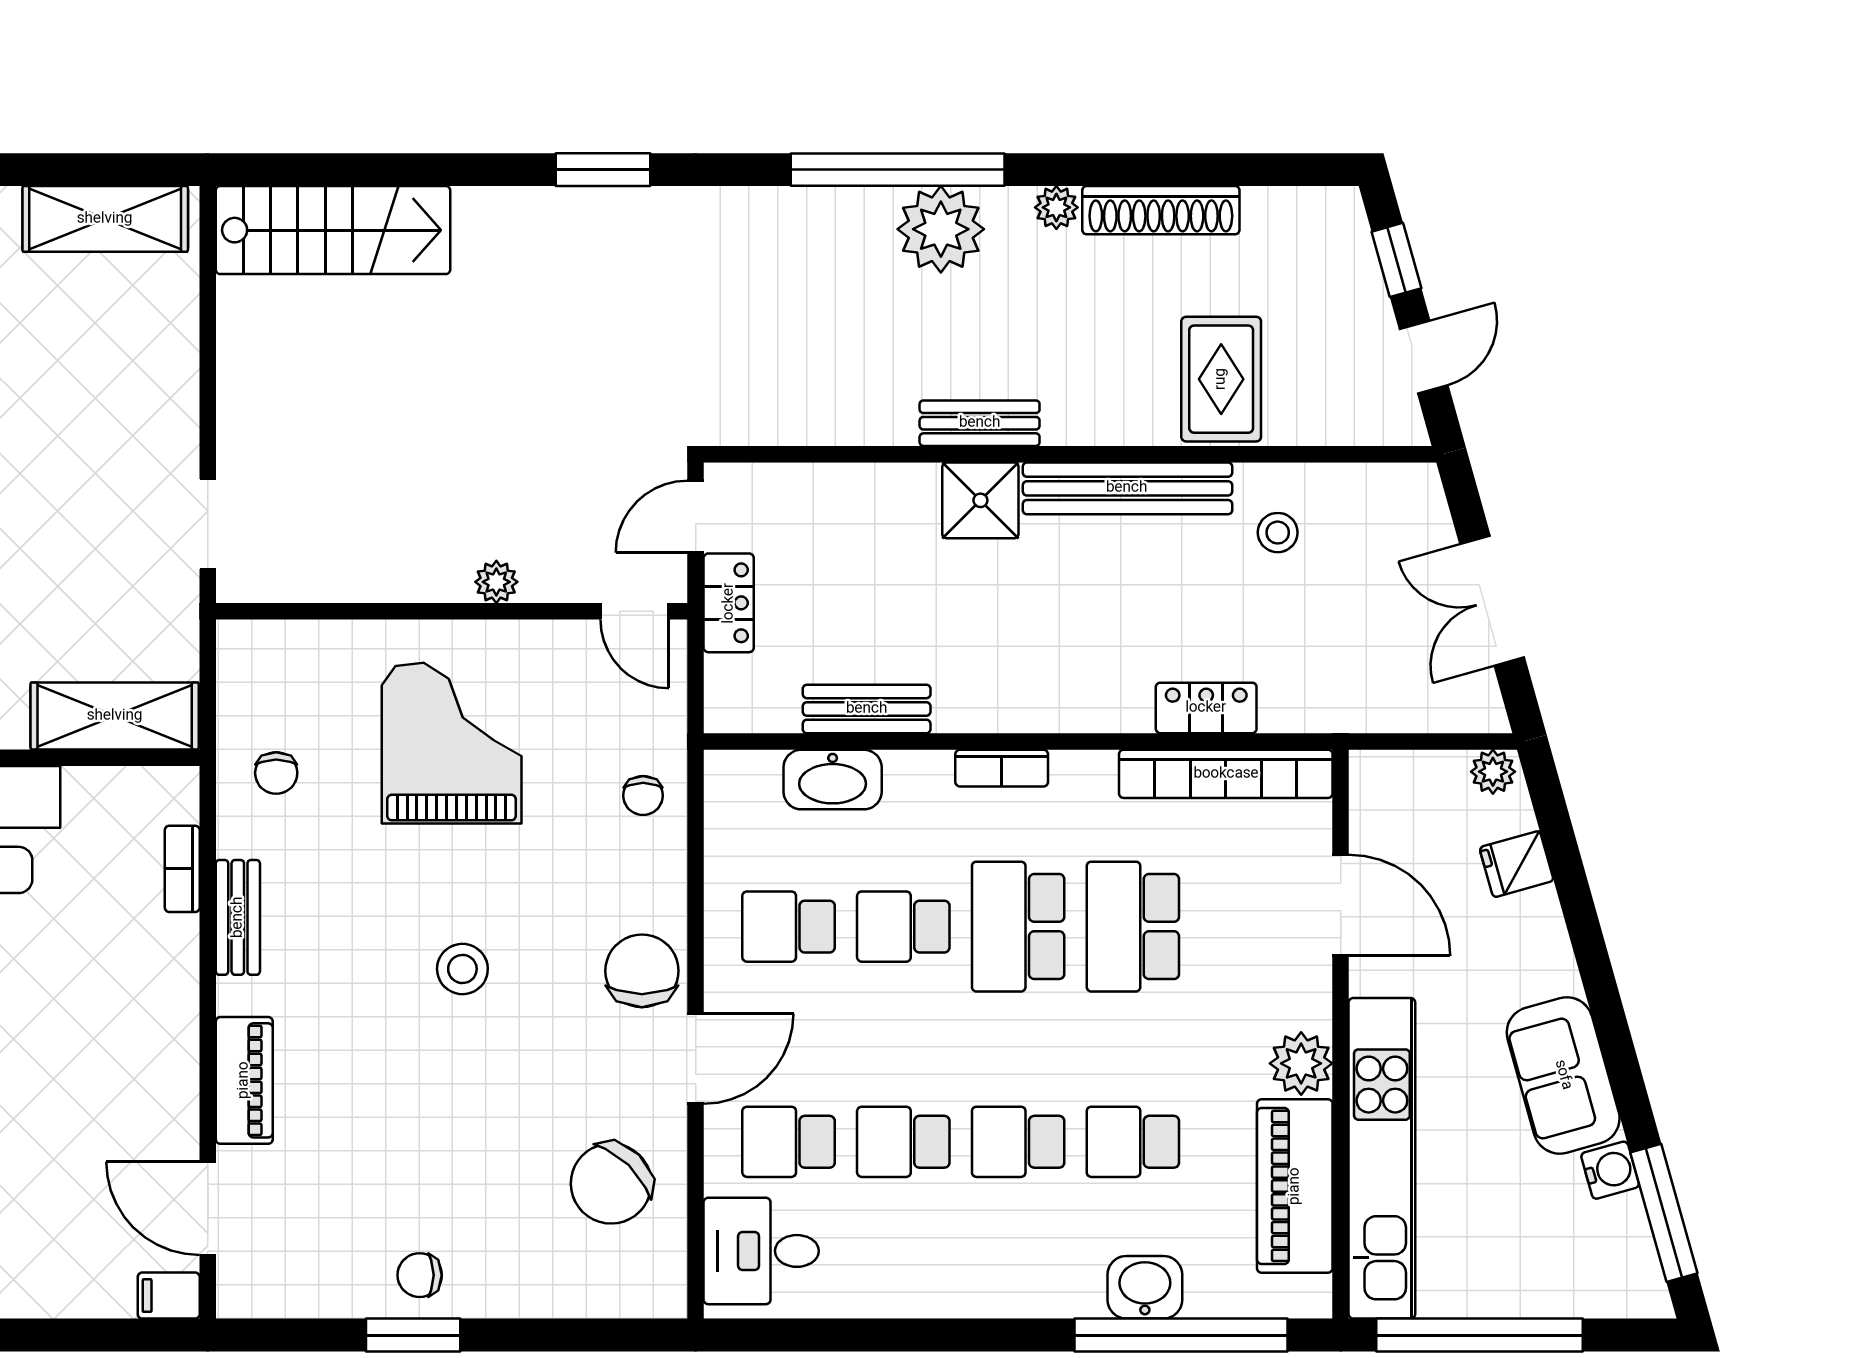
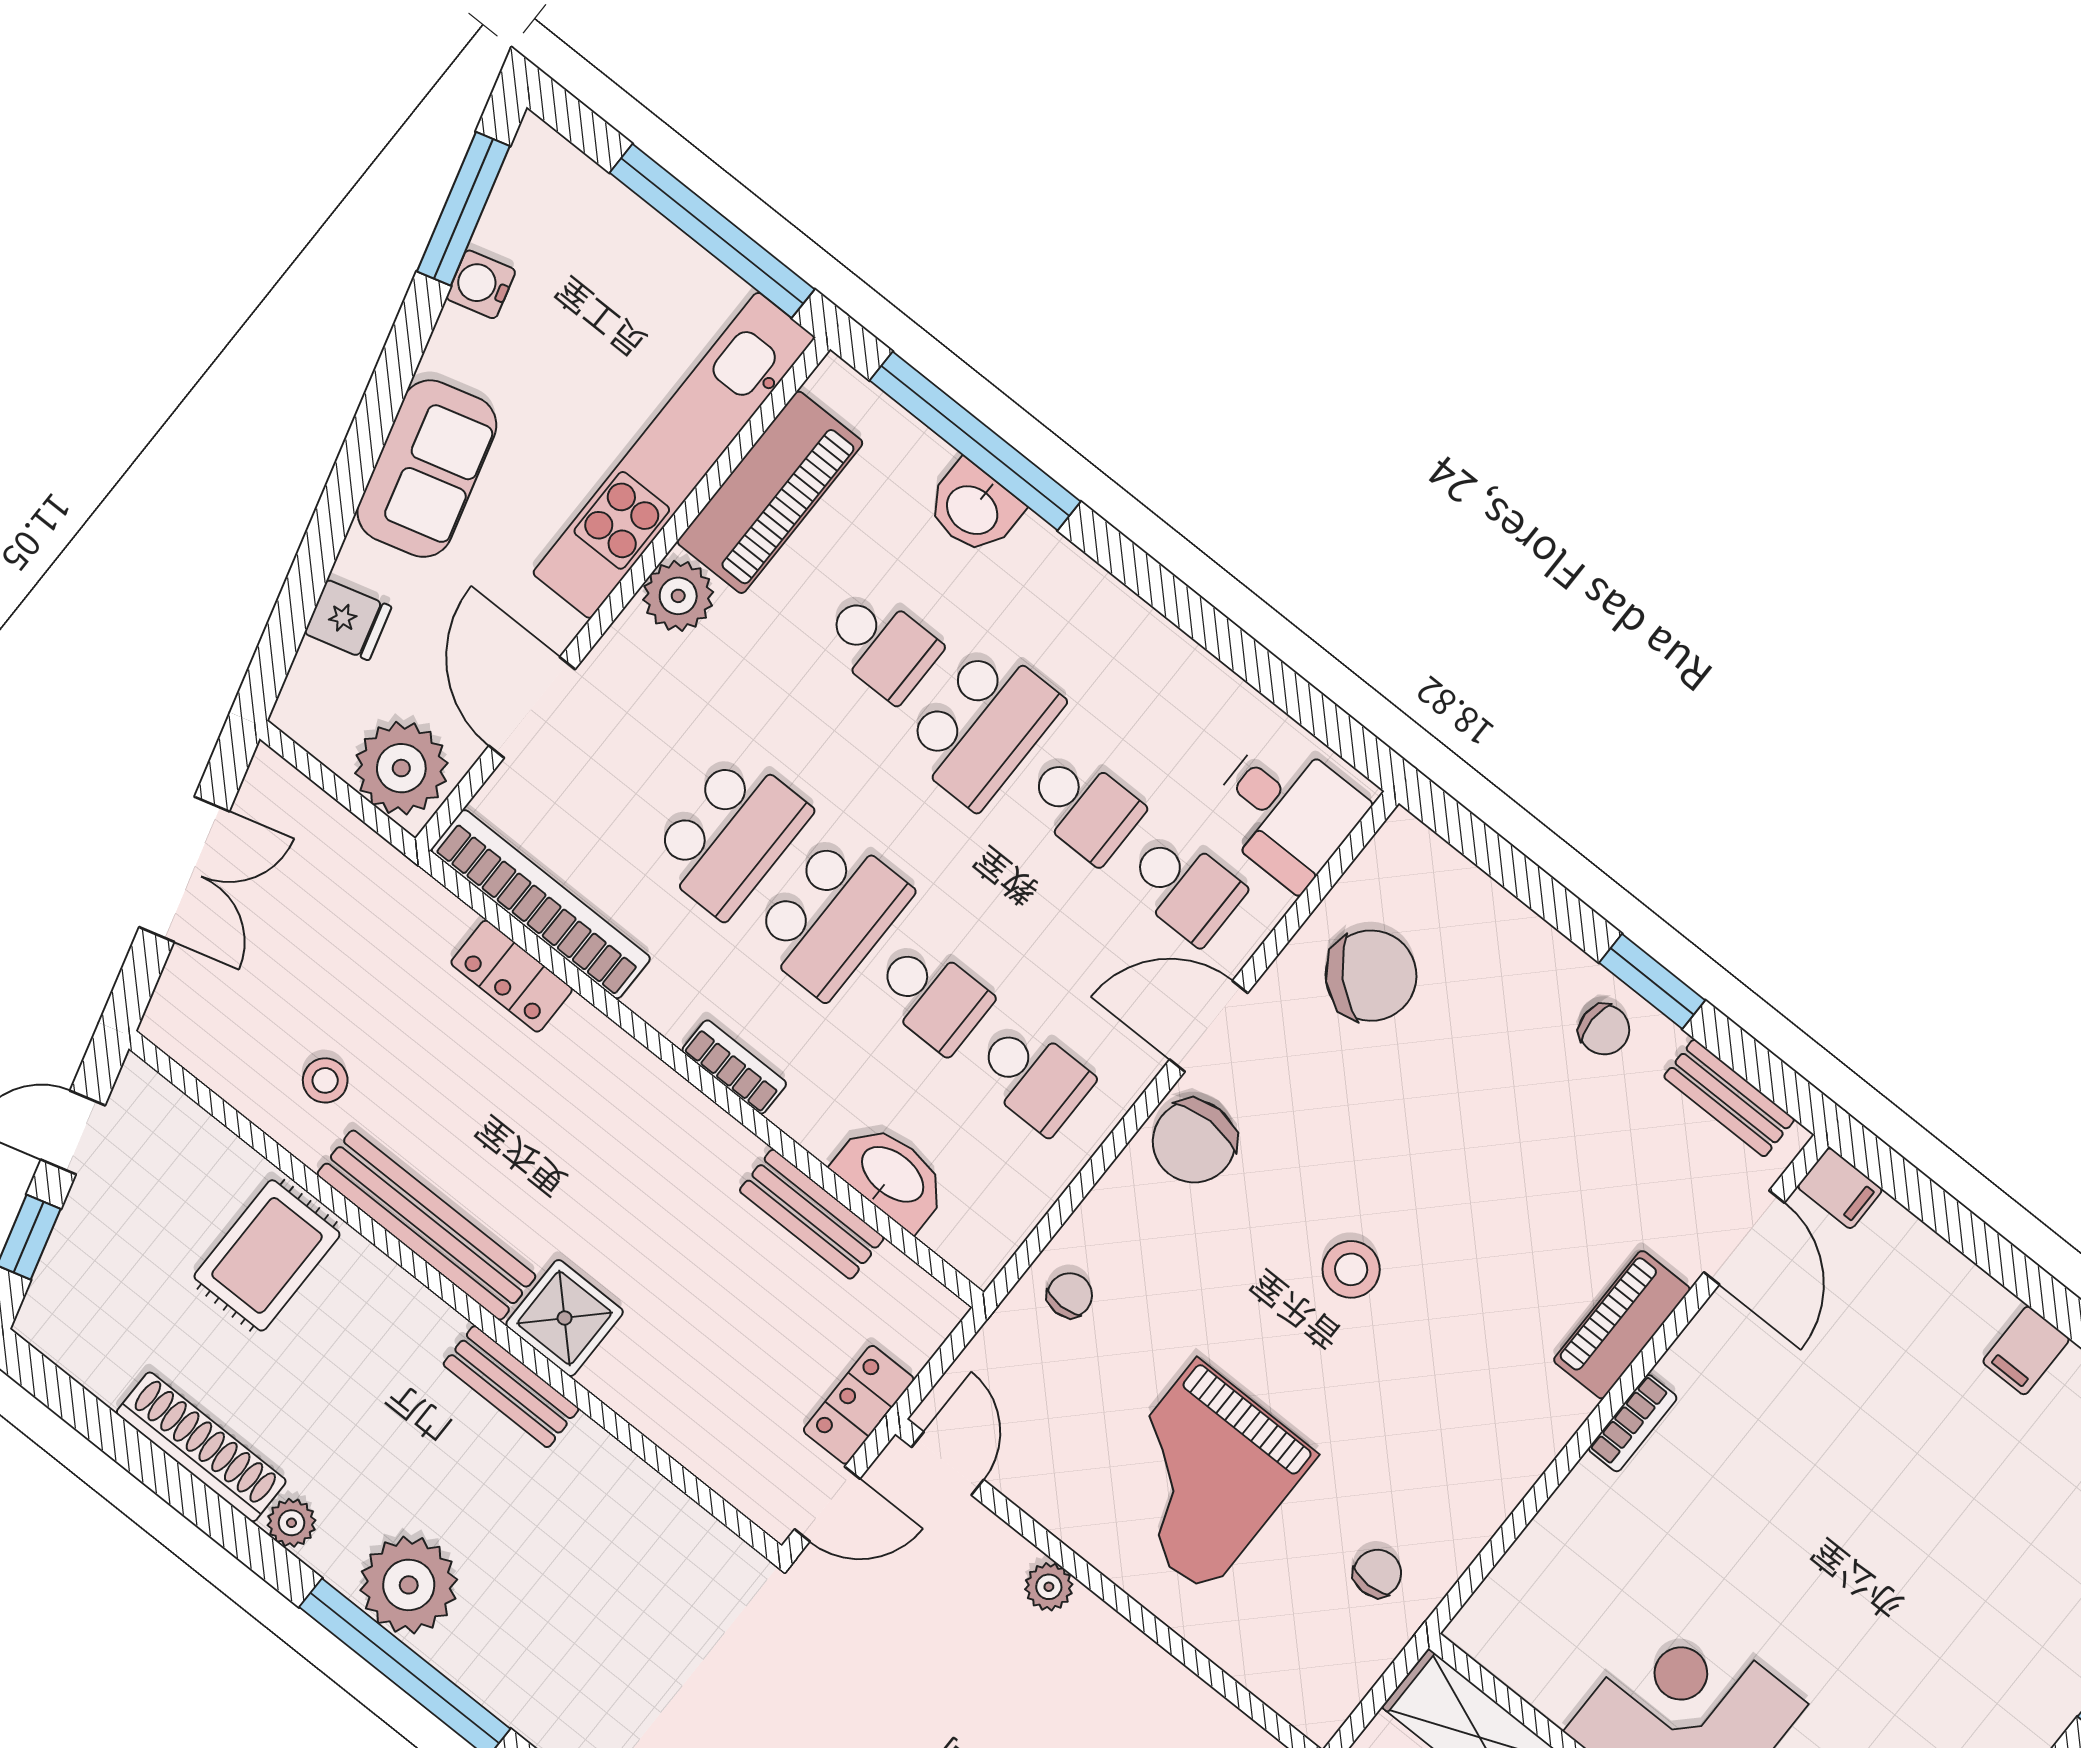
plant: (1493, 772) -> (401, 768), moved, width x1.88, depth x1.88
bookcase: (182, 869) -> (1633, 1423), moved
bench: (238, 917) -> (1729, 1098), moved, turned 90
sofa: (1563, 1075) -> (427, 469), moved
school desk: (1018, 1142) -> (983, 726), width x1.85

